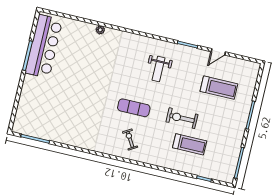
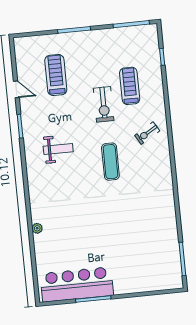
exercise bike: (130, 139) -> (147, 133), moved

